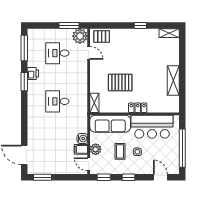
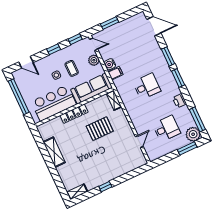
window: (69, 25) -> (187, 148), moved
plant: (80, 36) -> (193, 134), moved
pallet: (102, 37) -> (135, 161), removed
door: (89, 53) -> (139, 142), swing flipped
window: (24, 82) -> (178, 78), moved
locker: (138, 108) -> (74, 114), width x1.53
window: (24, 120) -> (168, 56), added
filing cabinet: (81, 149) -> (115, 73), moved
window: (43, 177) -> (110, 23), moved

